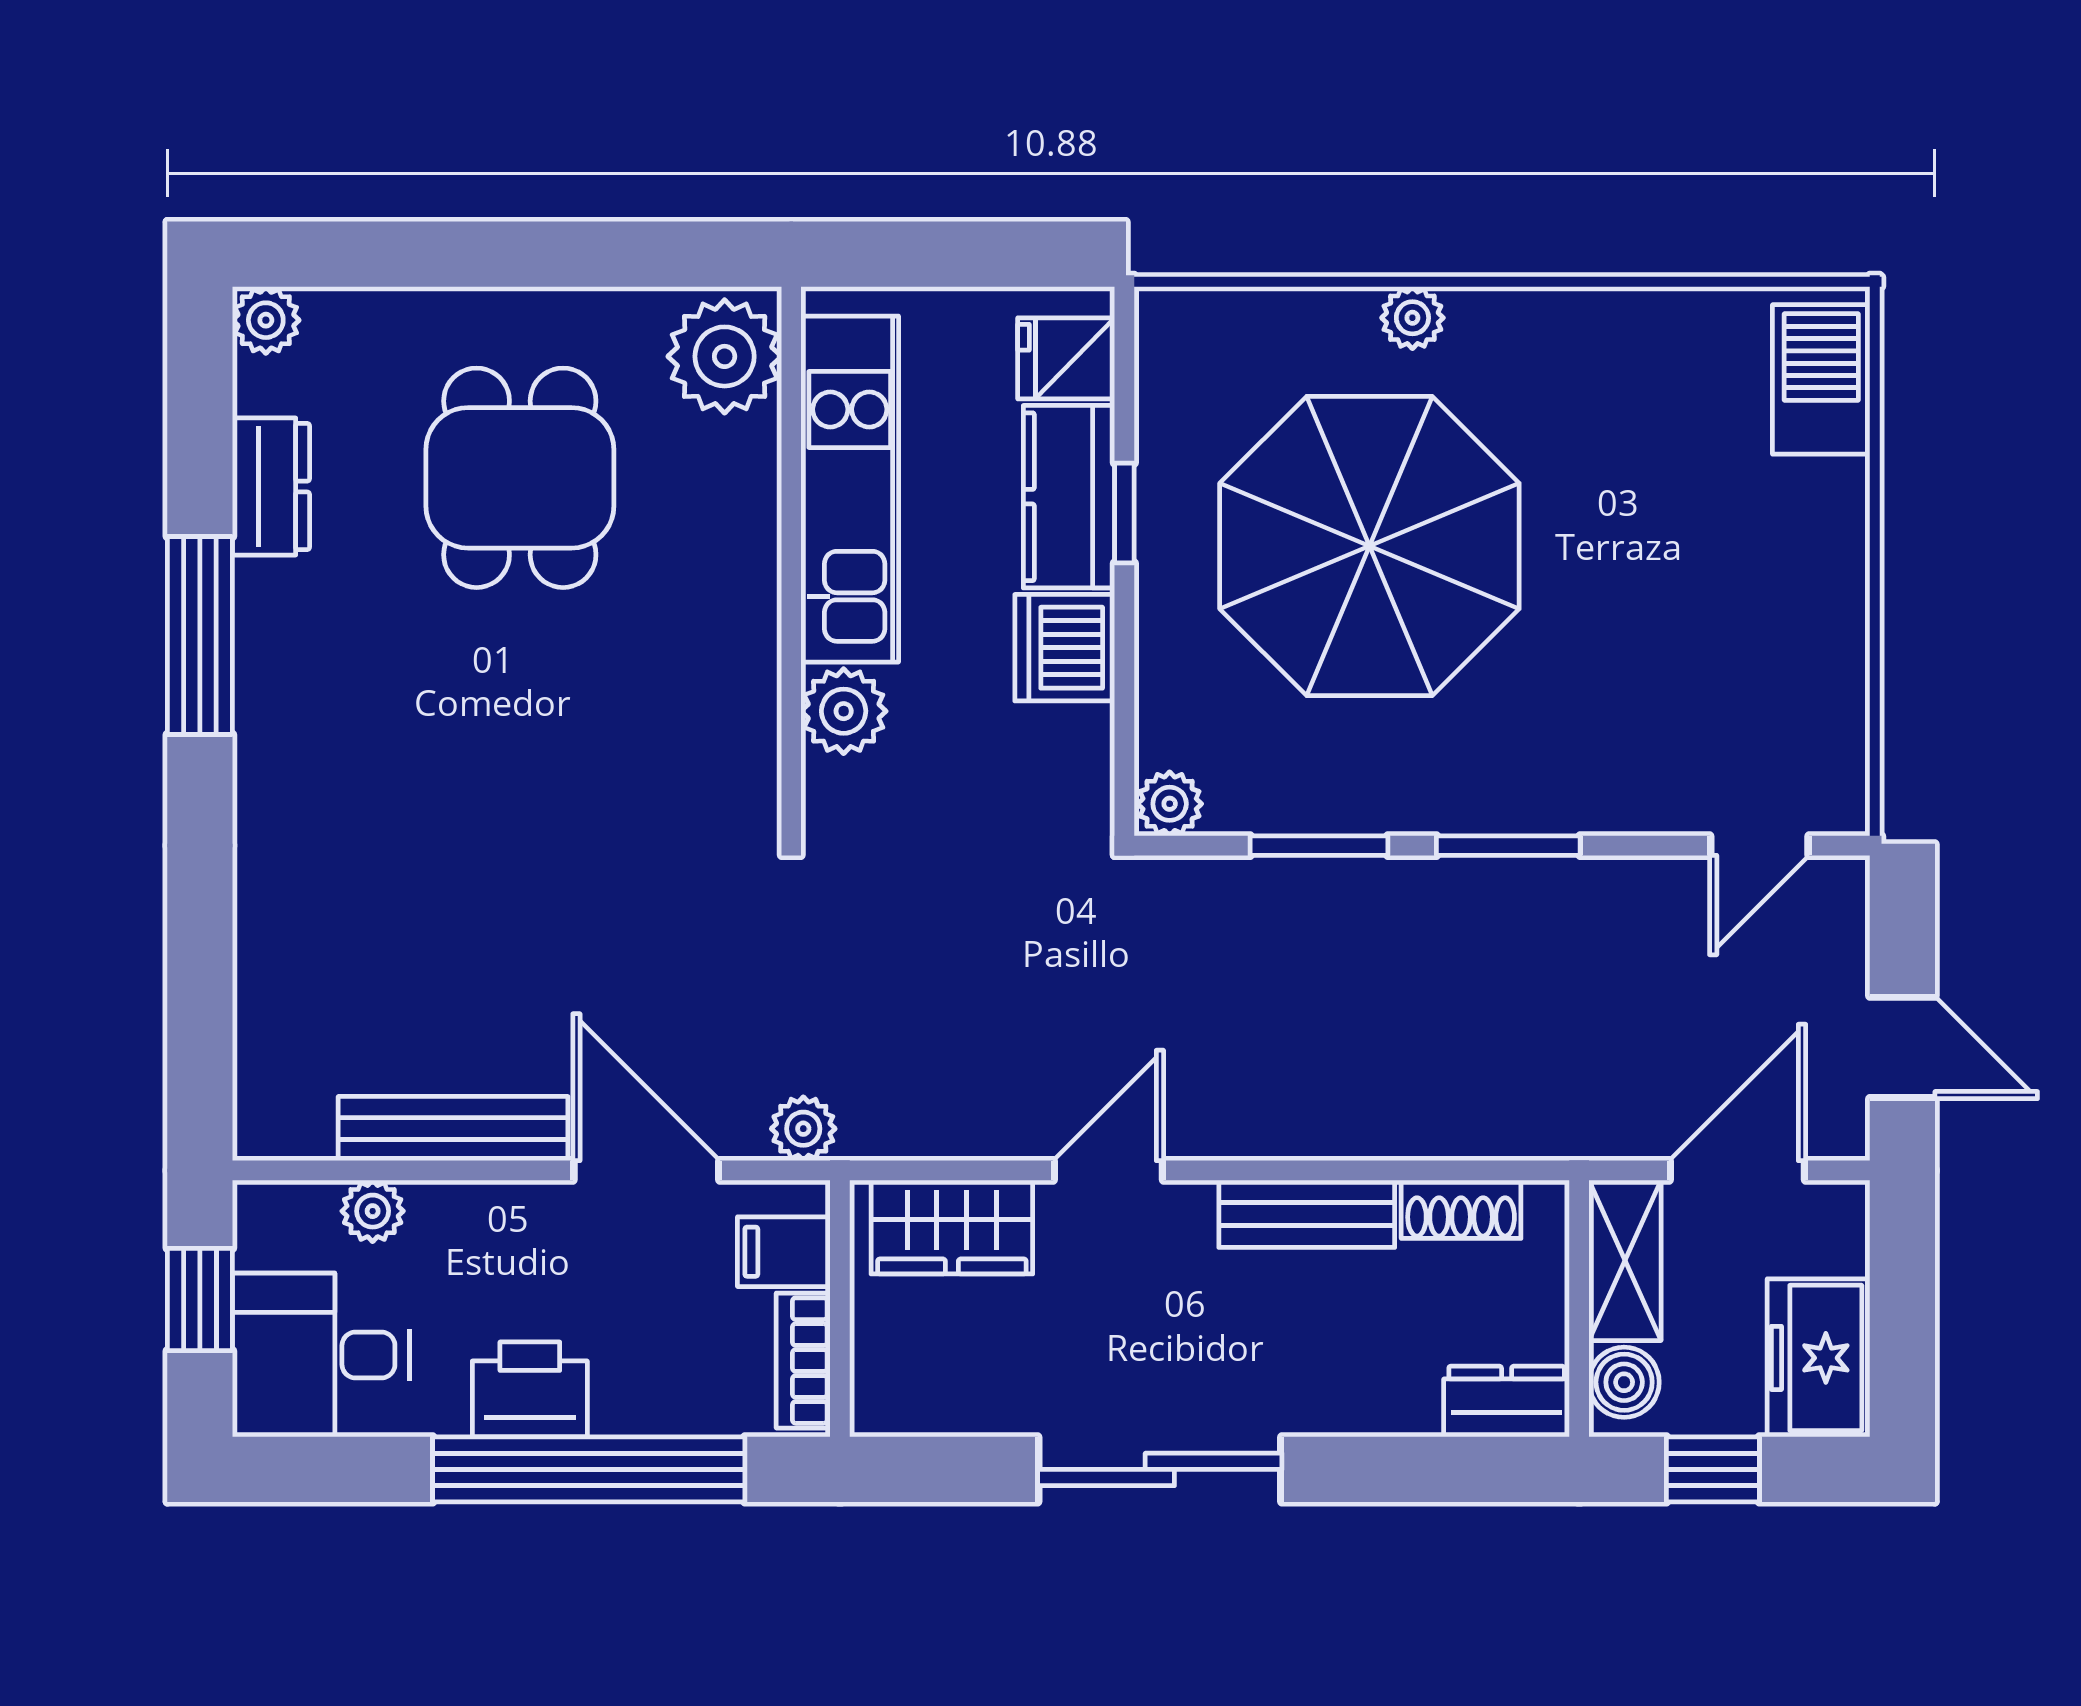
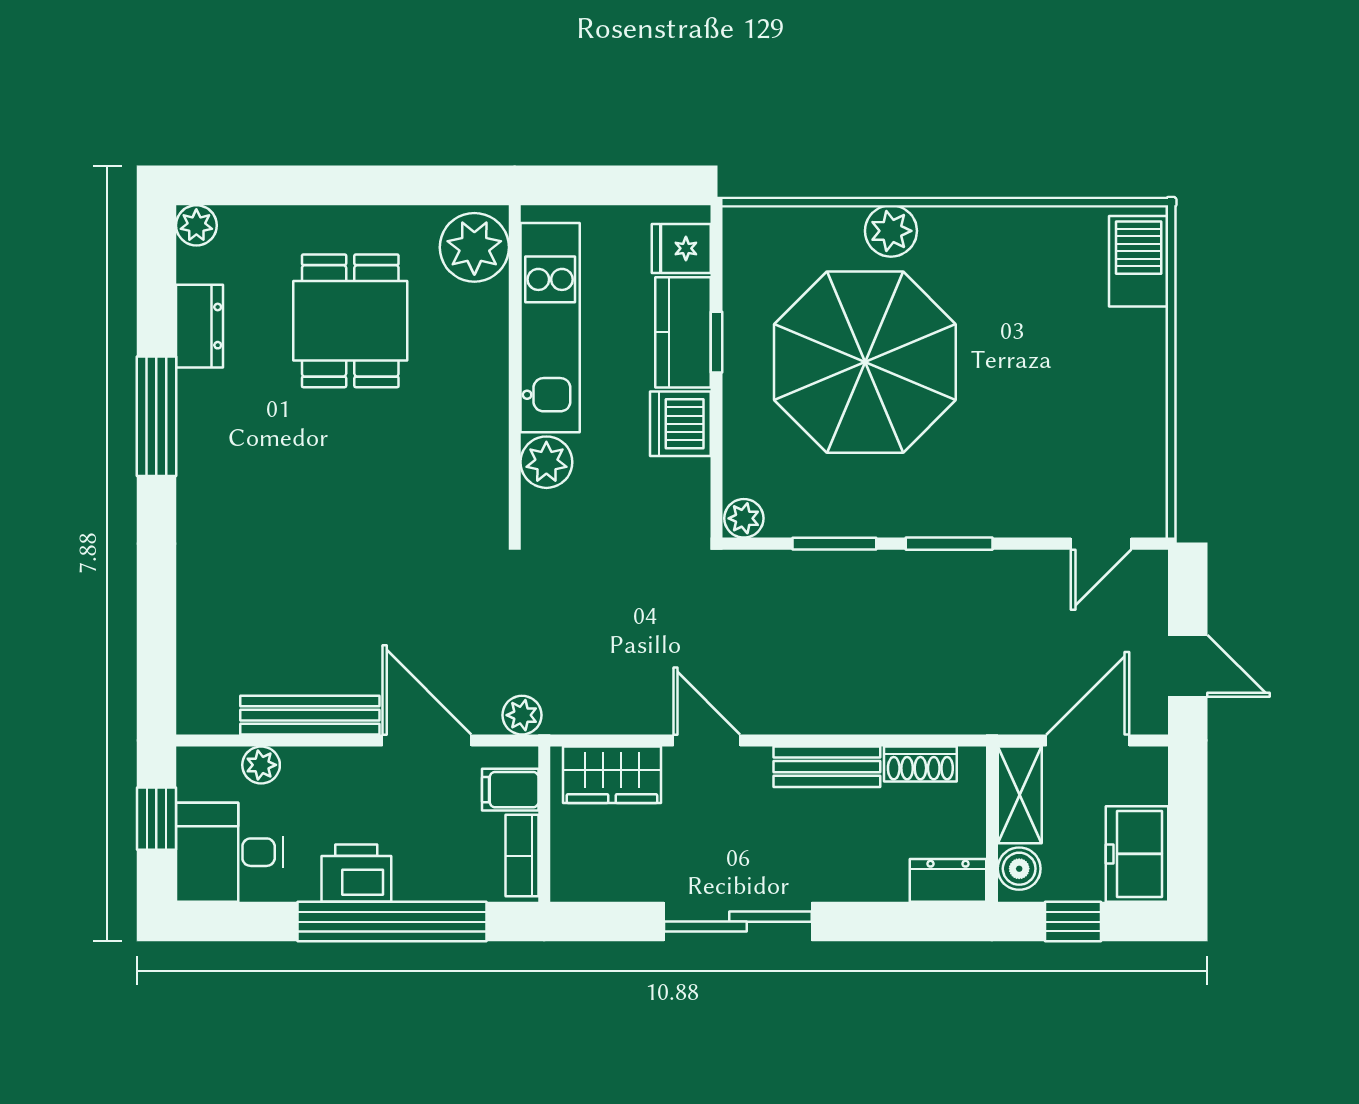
plant: (1412, 318) -> (891, 231), width x1.38, depth x1.38
door: (1108, 1170) -> (707, 740), hinge flipped

